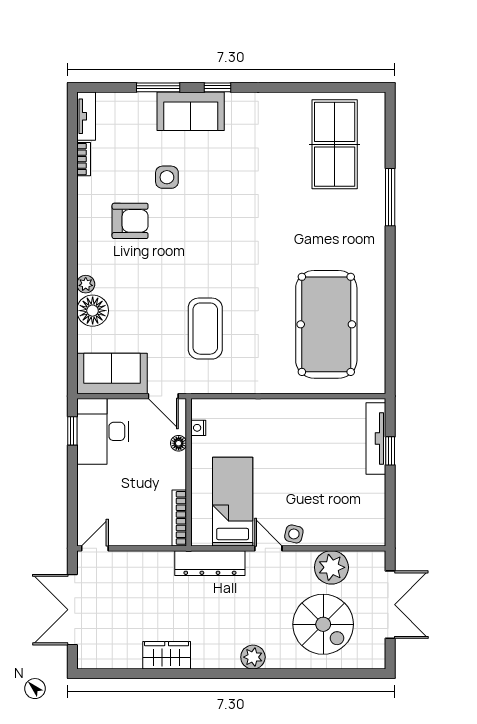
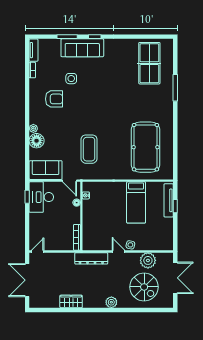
sofa: (191, 111) -> (82, 48), width x1.36
bed: (233, 502) -> (136, 202), moved, turned 180

